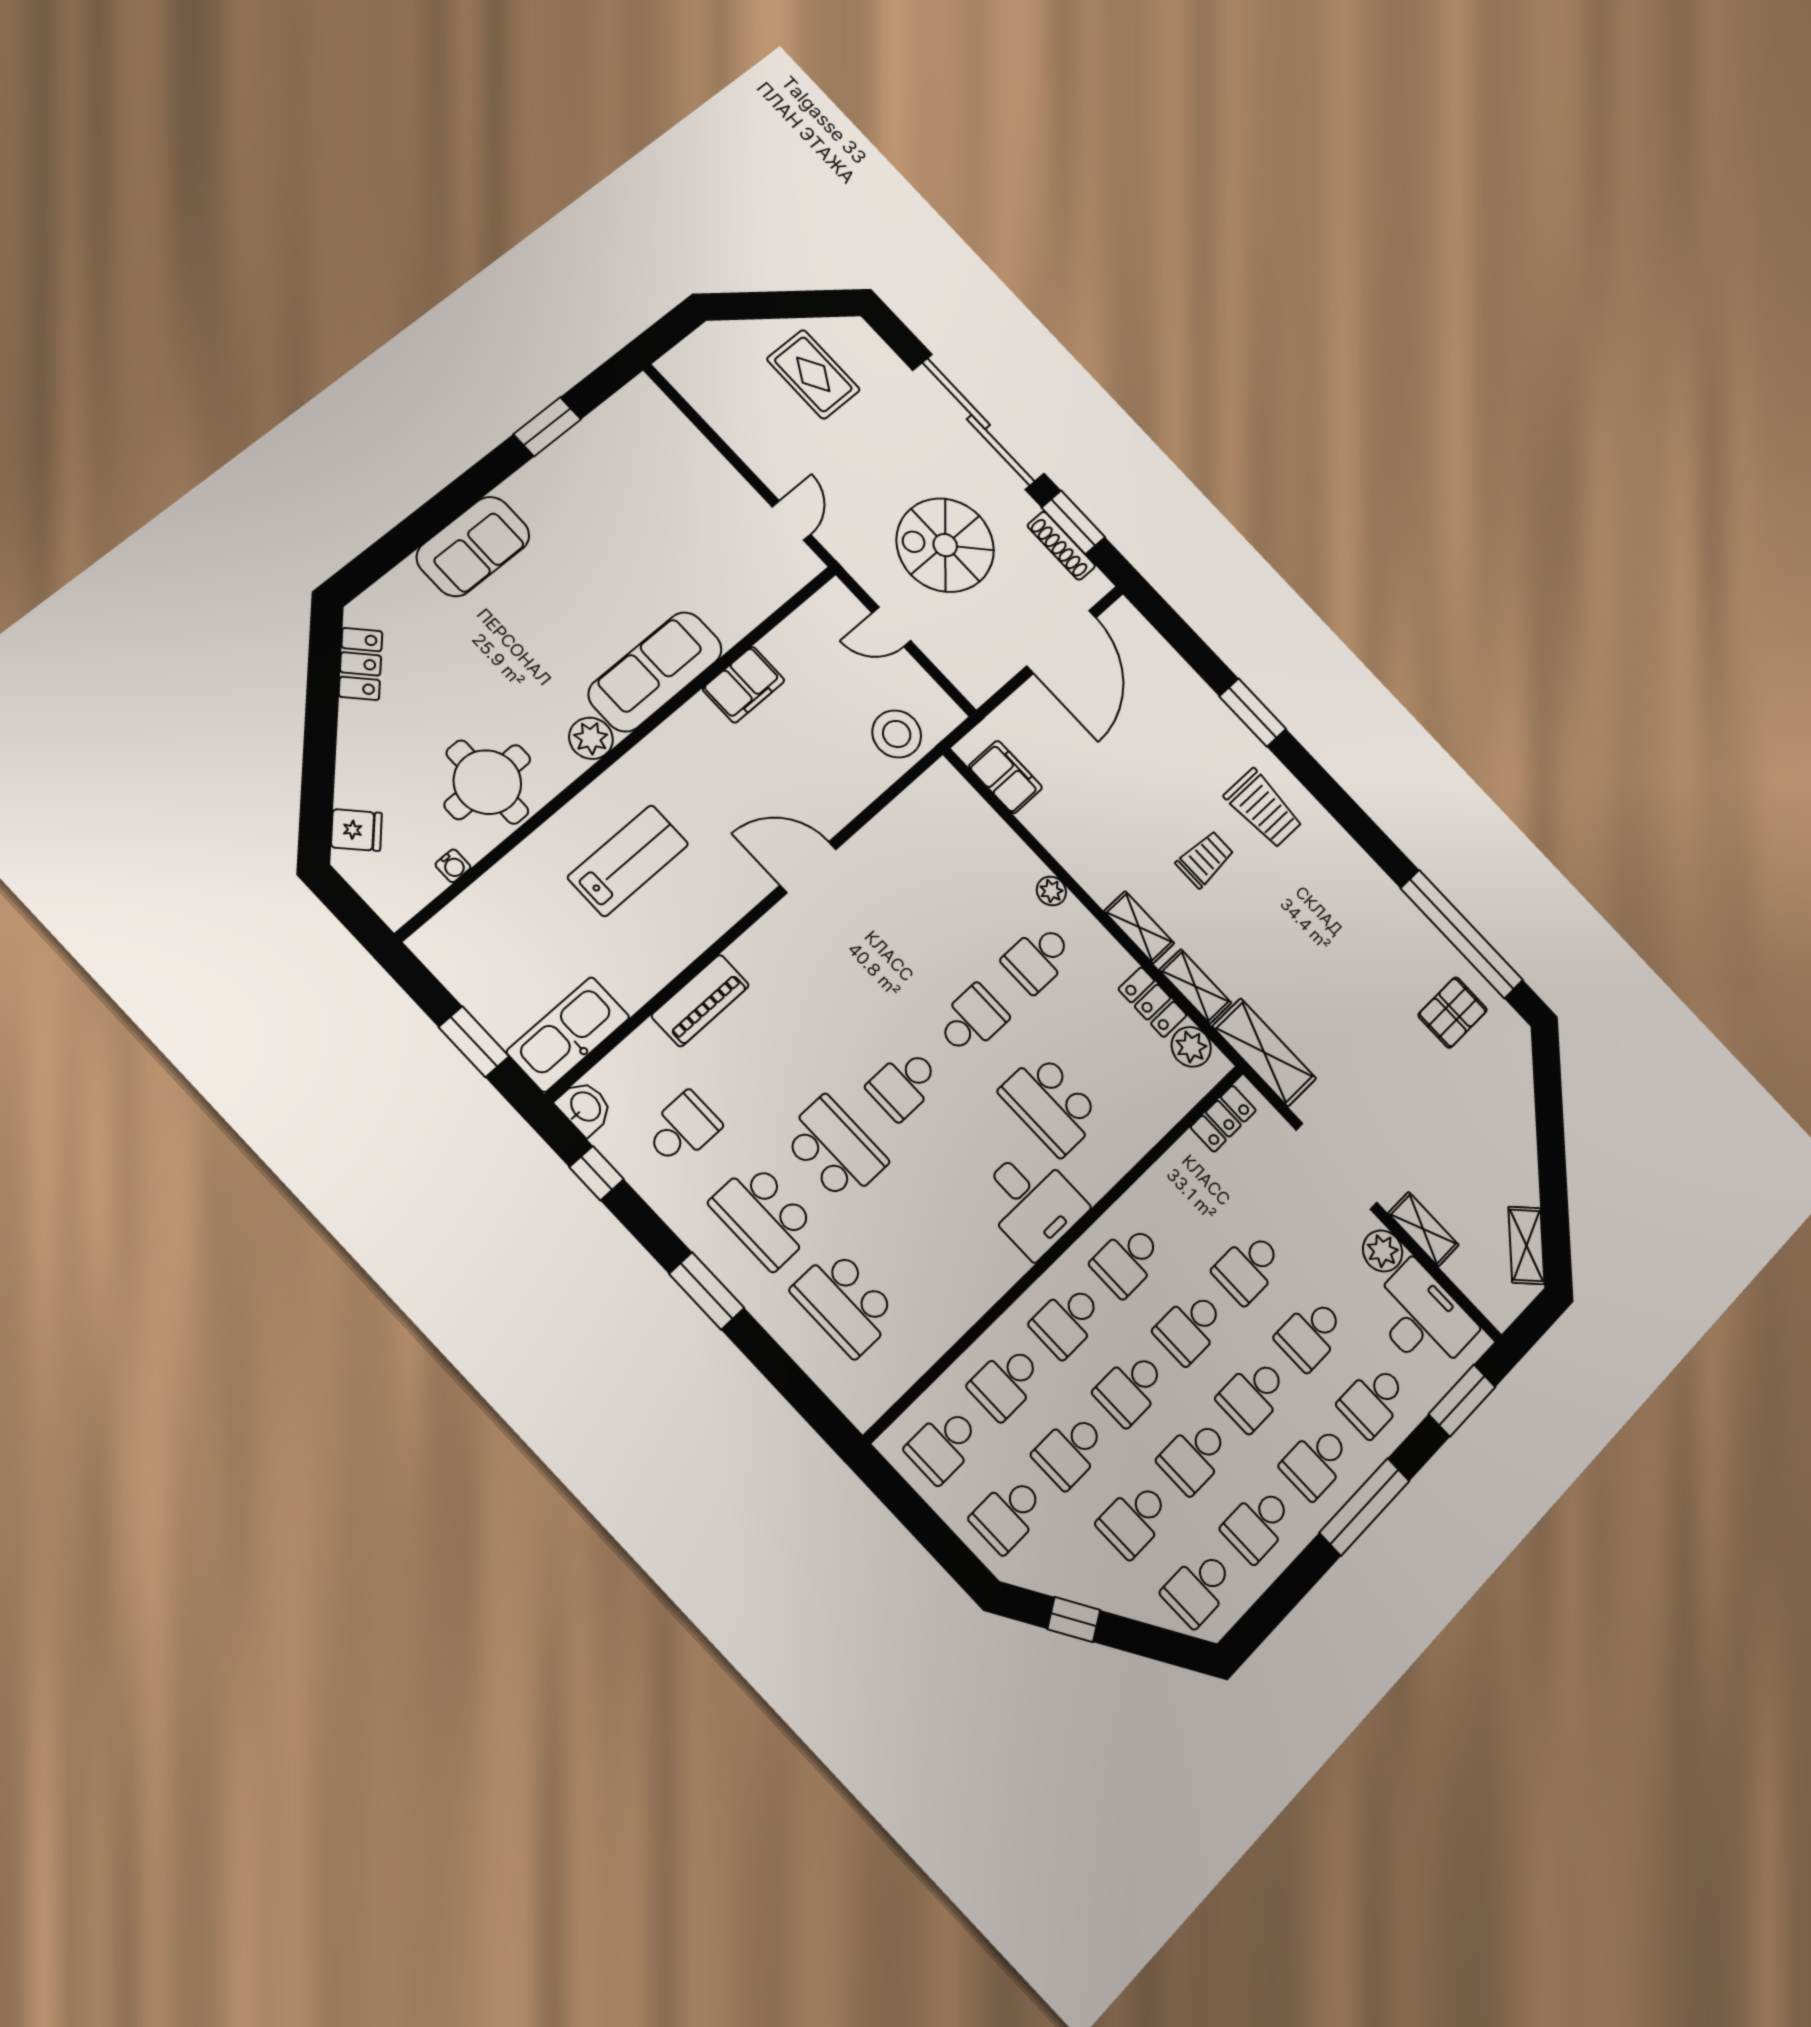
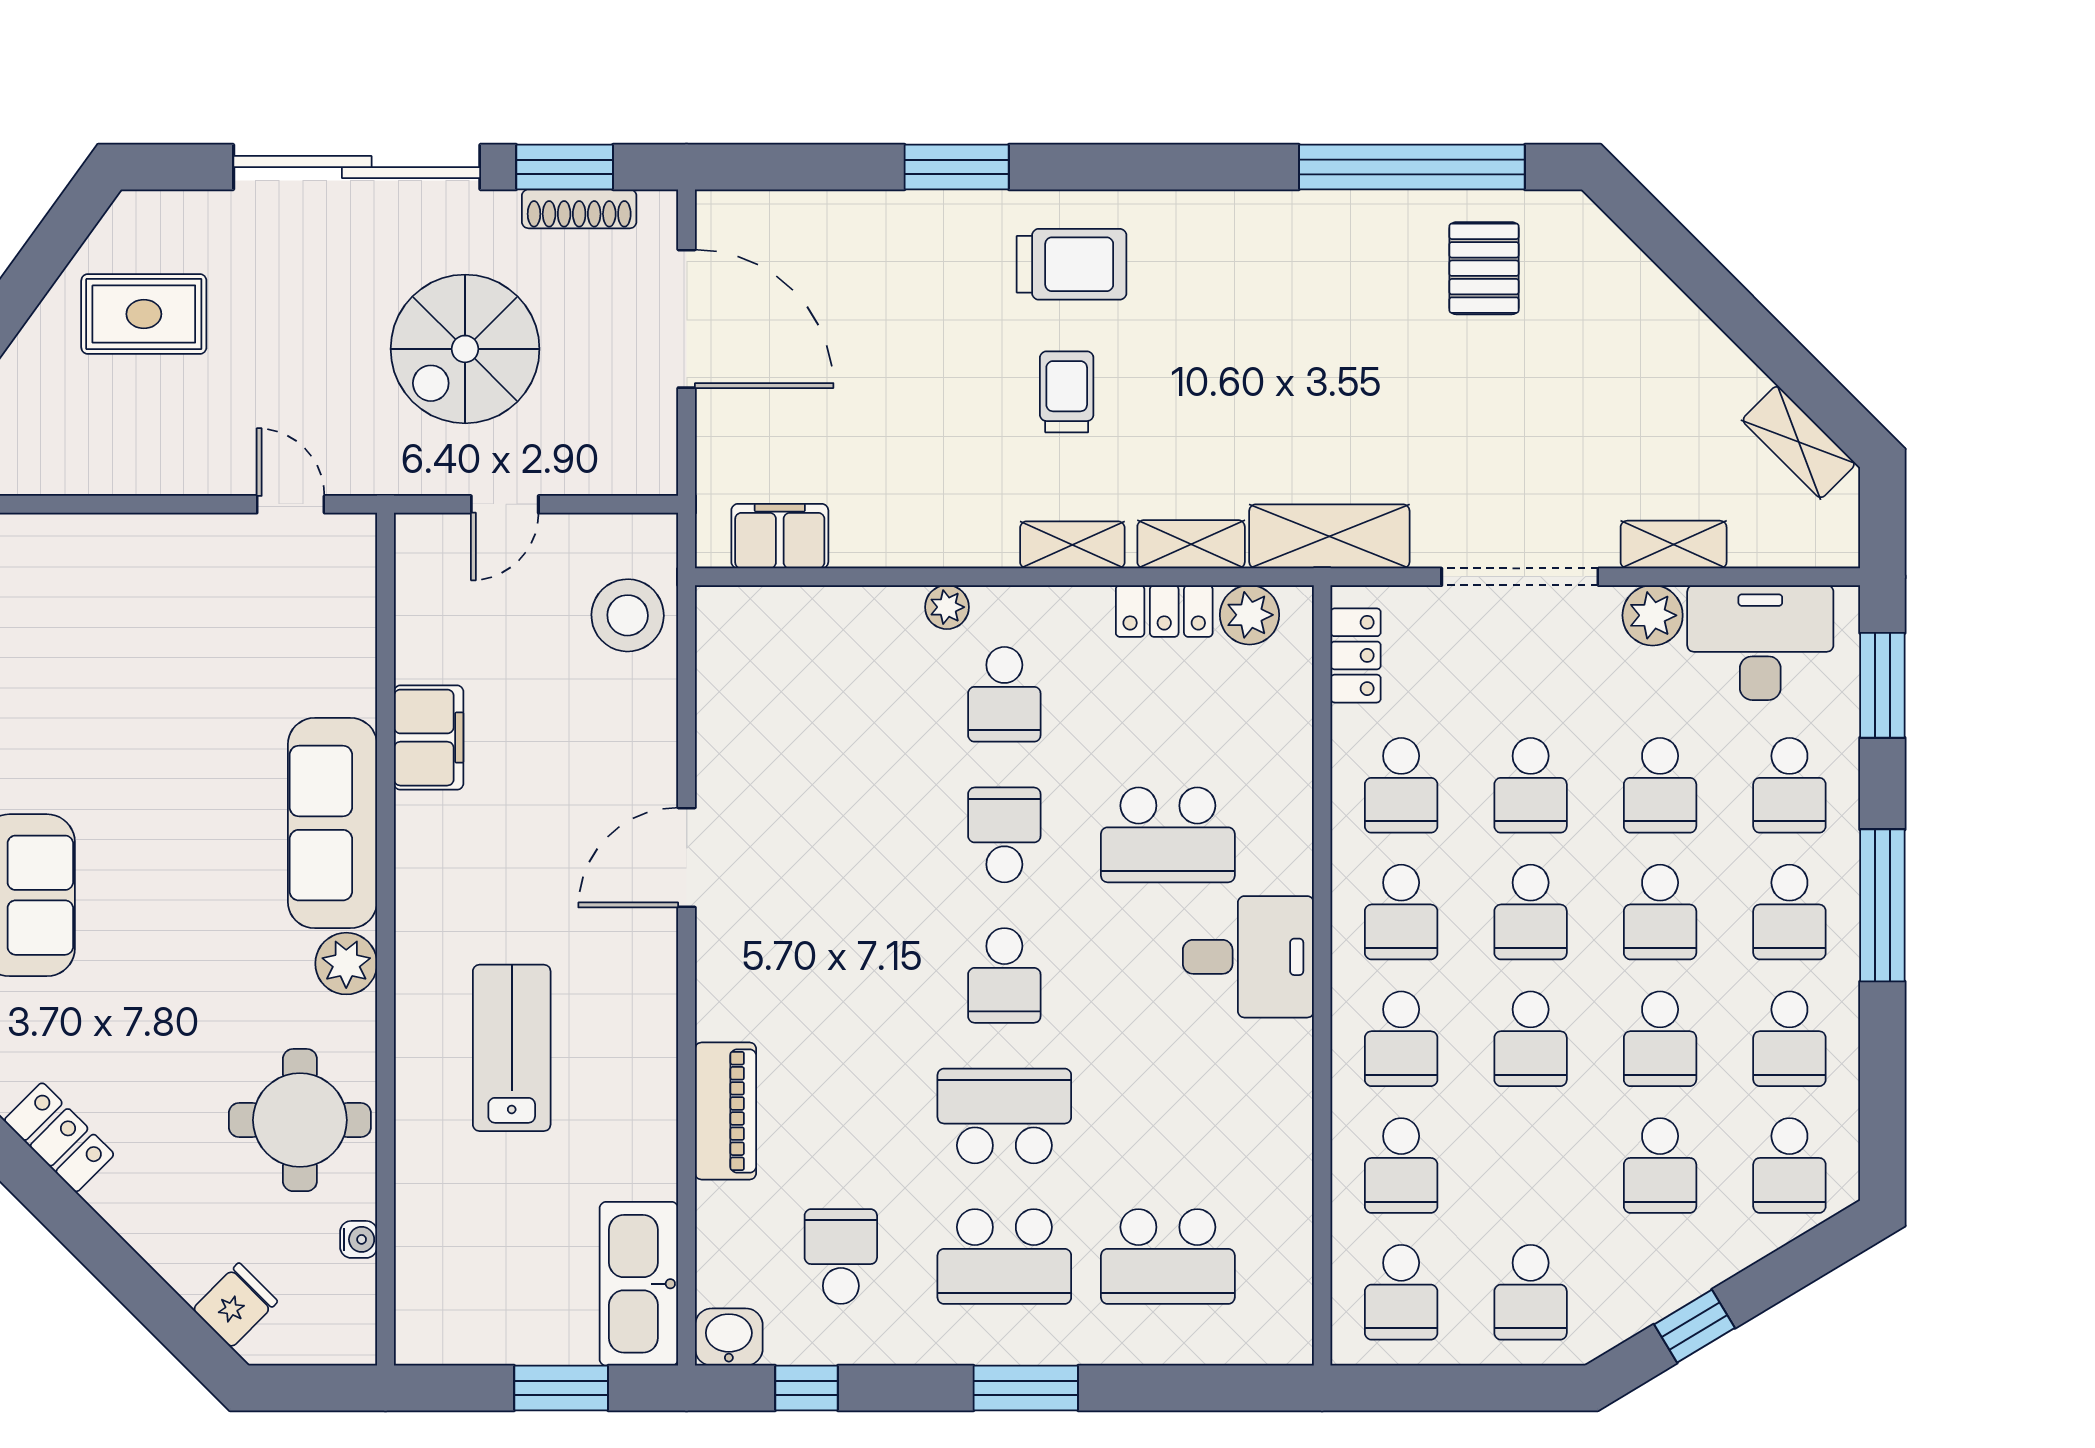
school desk: (1070, 1451) -> (1401, 785), moved

